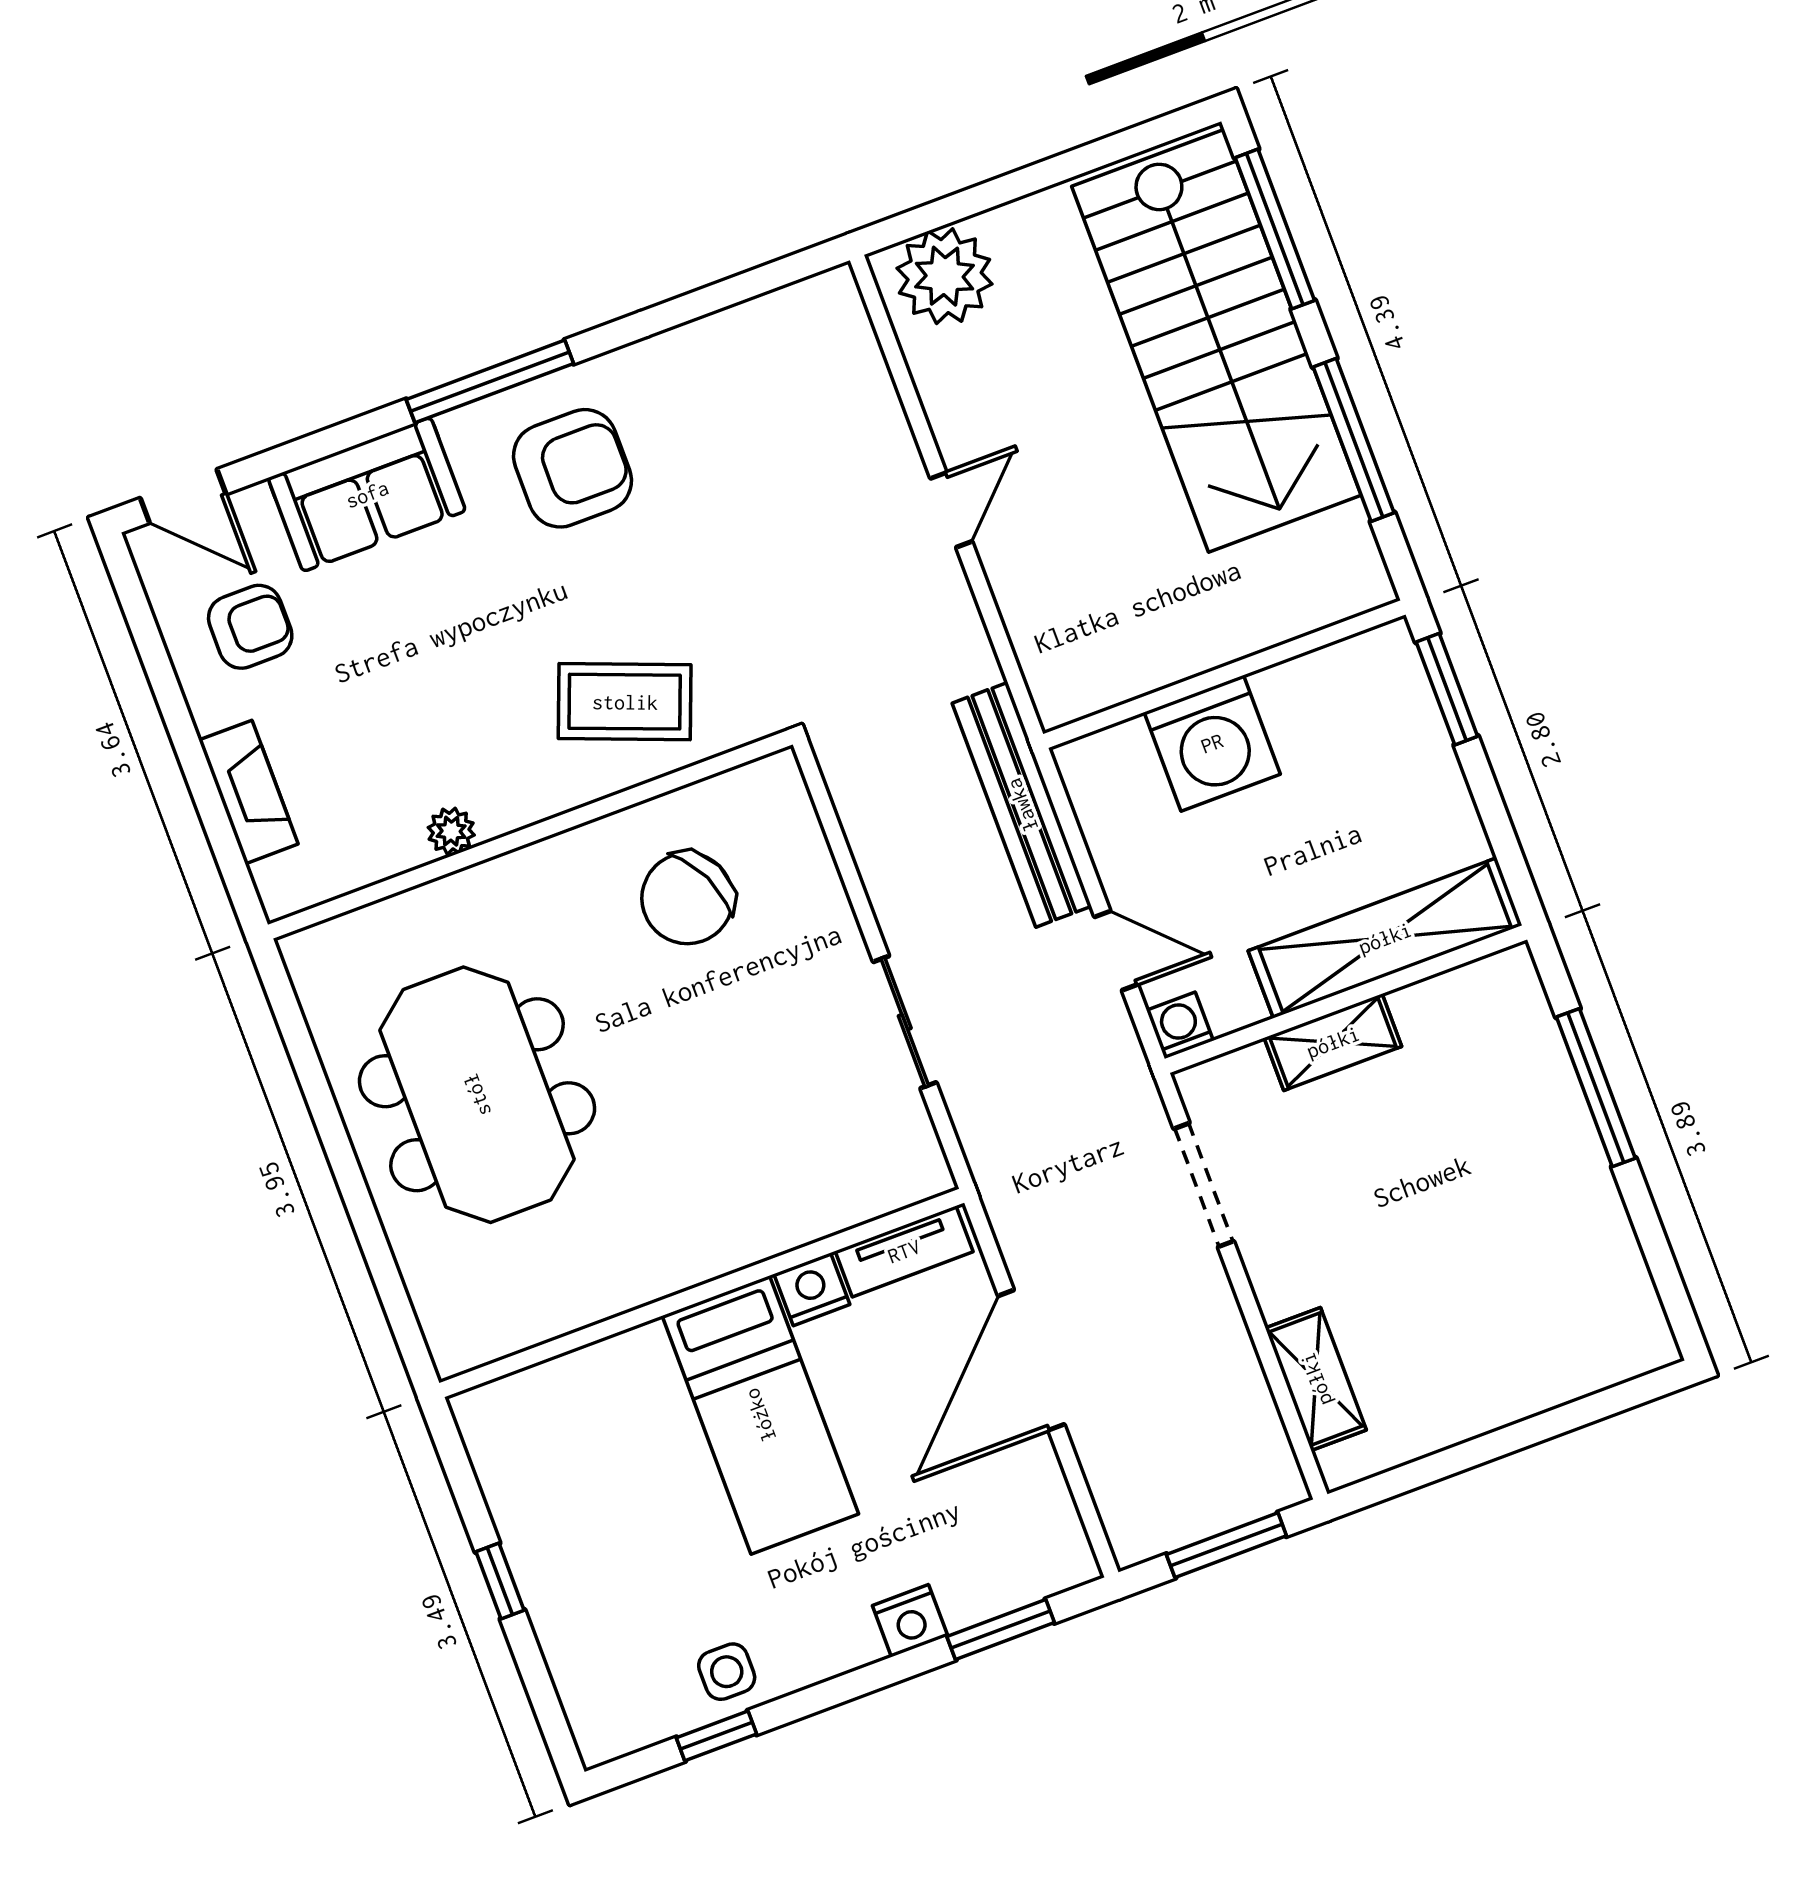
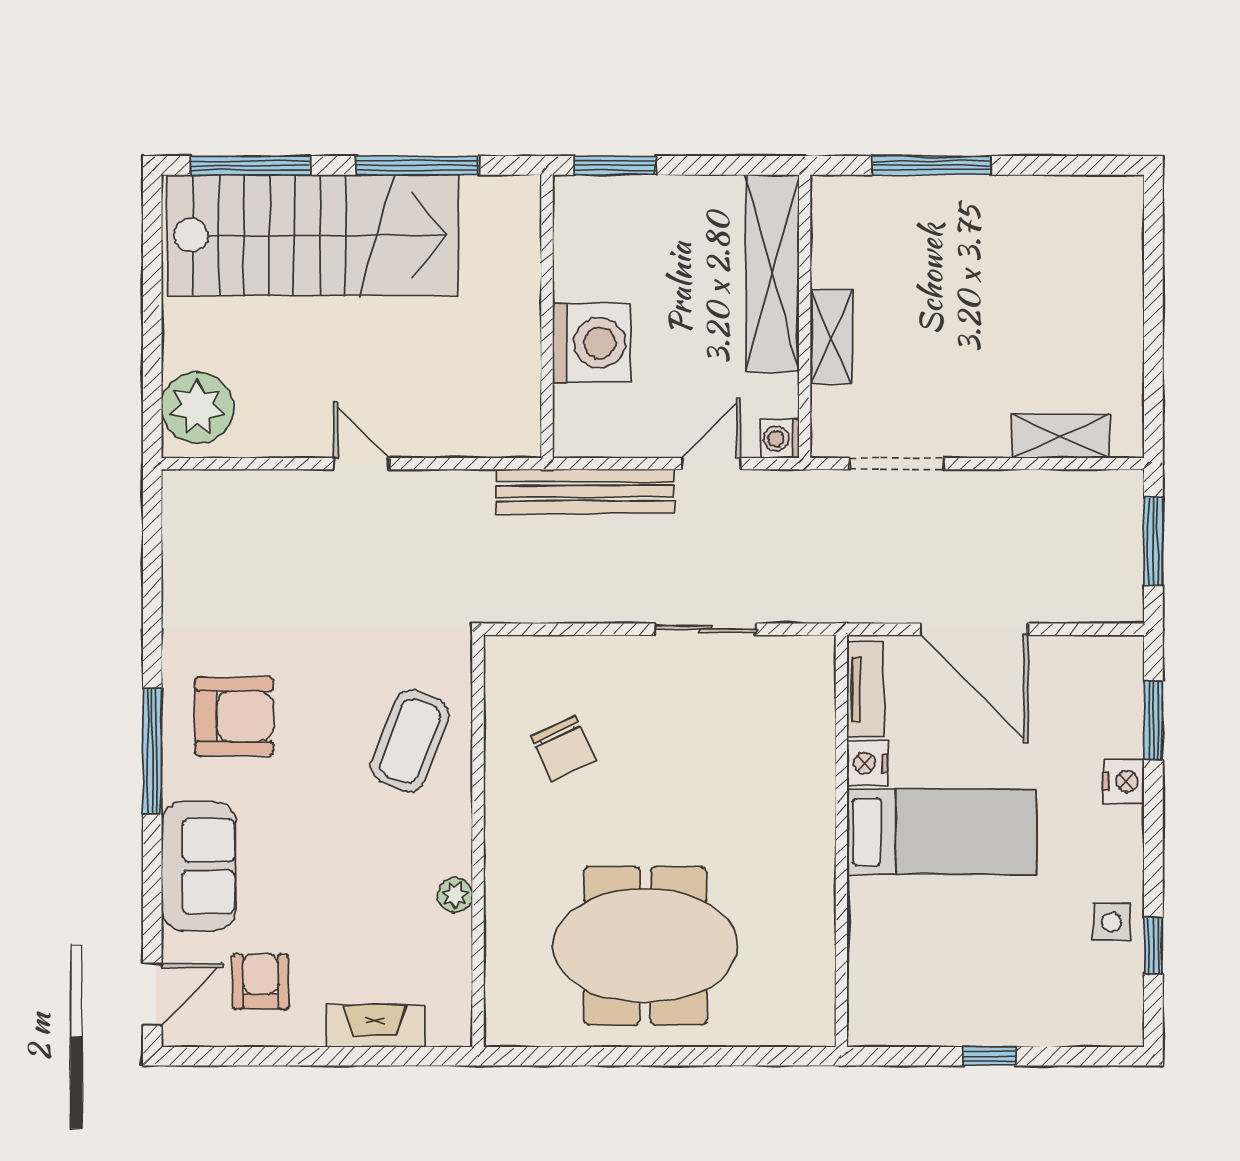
armchair: (572, 468) -> (234, 716), turned 90
chair: (687, 898) -> (563, 748), width x0.73, depth x0.73

